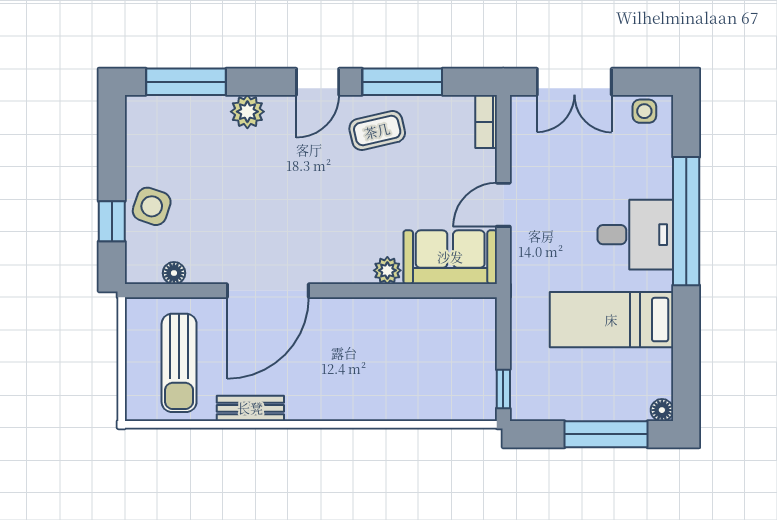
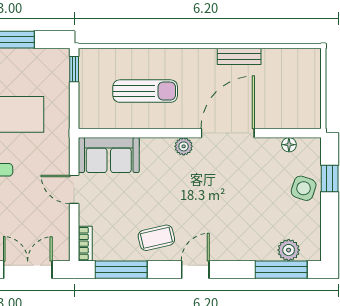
window: (402, 82) -> (121, 270), moved
plant: (247, 112) -> (289, 250), moved
door: (503, 205) -> (74, 189), swing flipped
plant: (387, 270) -> (184, 146), moved
sun lounger: (179, 363) -> (145, 91), moved, turned 90

